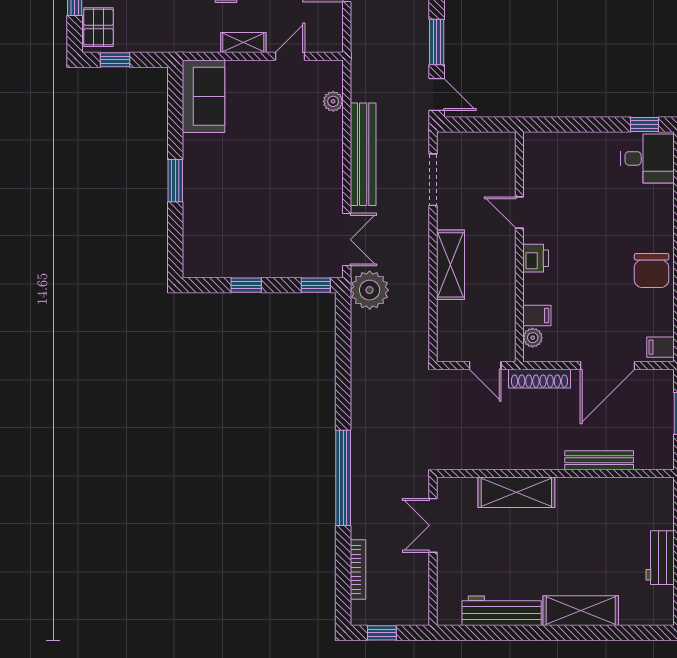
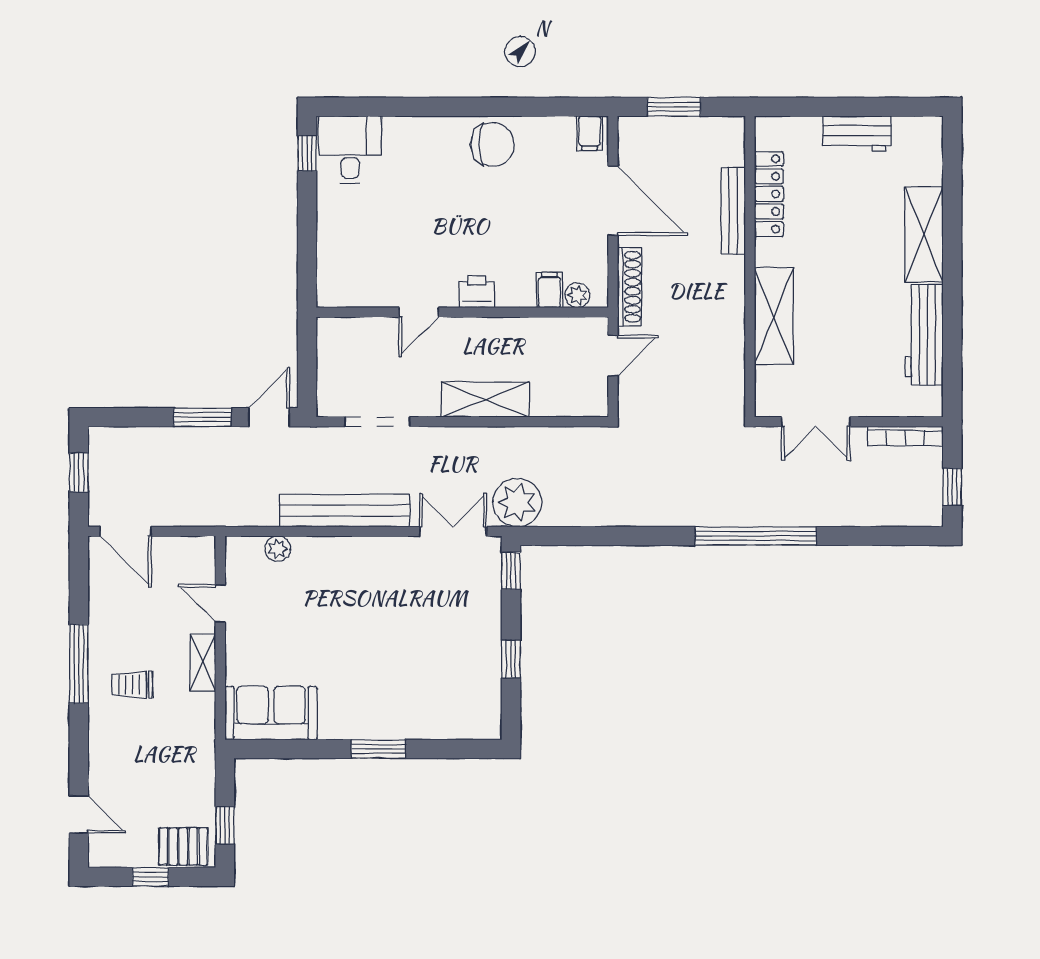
locker: (613, 488) -> (769, 194), added
bookcase: (358, 570) -> (905, 436), moved, turned 180

